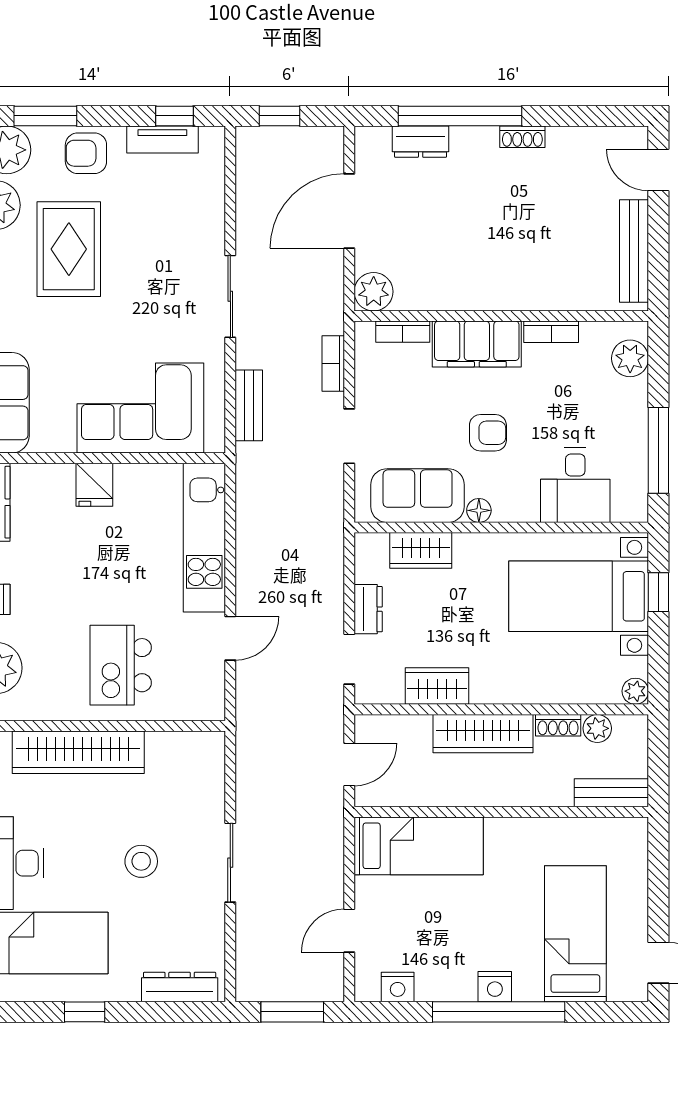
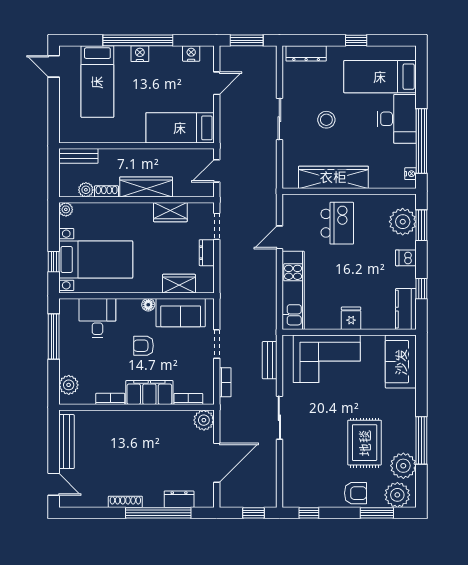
shoe rack: (522, 137) -> (125, 502), width x1.43
tv unit: (162, 140) -> (315, 500), removed
wardrobe: (78, 752) -> (333, 177), moved

